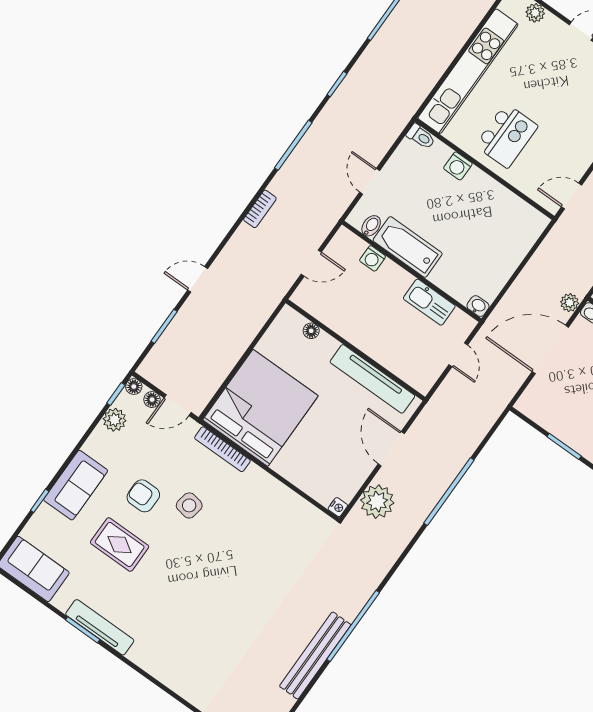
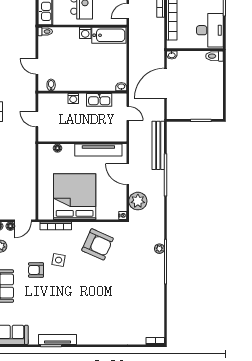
washing machine: (458, 166) -> (85, 33), moved
bathtub: (408, 247) -> (109, 35), moved, turned 180
washing machine: (373, 258) -> (73, 98), moved
door: (311, 263) -> (37, 119), swing flipped
plant: (570, 303) -> (159, 249), moved
bed: (260, 408) -> (75, 197), moved
armchair: (267, 524) -> (98, 244), added
rug: (120, 545) -> (41, 298), removed
bench: (315, 655) -> (158, 145), moved

